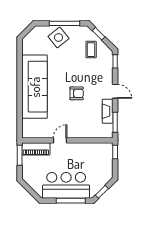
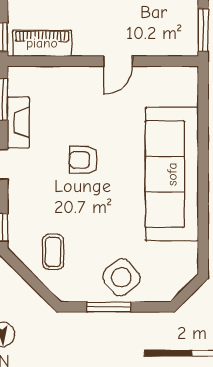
window: (65, 23) -> (109, 307), width x0.69
window: (99, 34) -> (37, 285), removed
piano: (36, 149) -> (42, 43), moved

